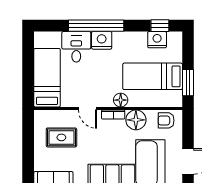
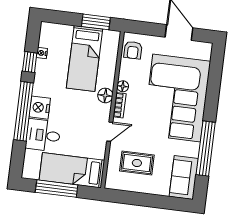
window: (160, 26) -> (30, 62), moved
nightstand: (157, 40) -> (42, 53), width x0.53, depth x0.56
window: (28, 66) -> (57, 189), added
floor lamp: (136, 120) -> (123, 86), width x0.53, depth x0.53
rug: (61, 137) -> (137, 163), turned 90

